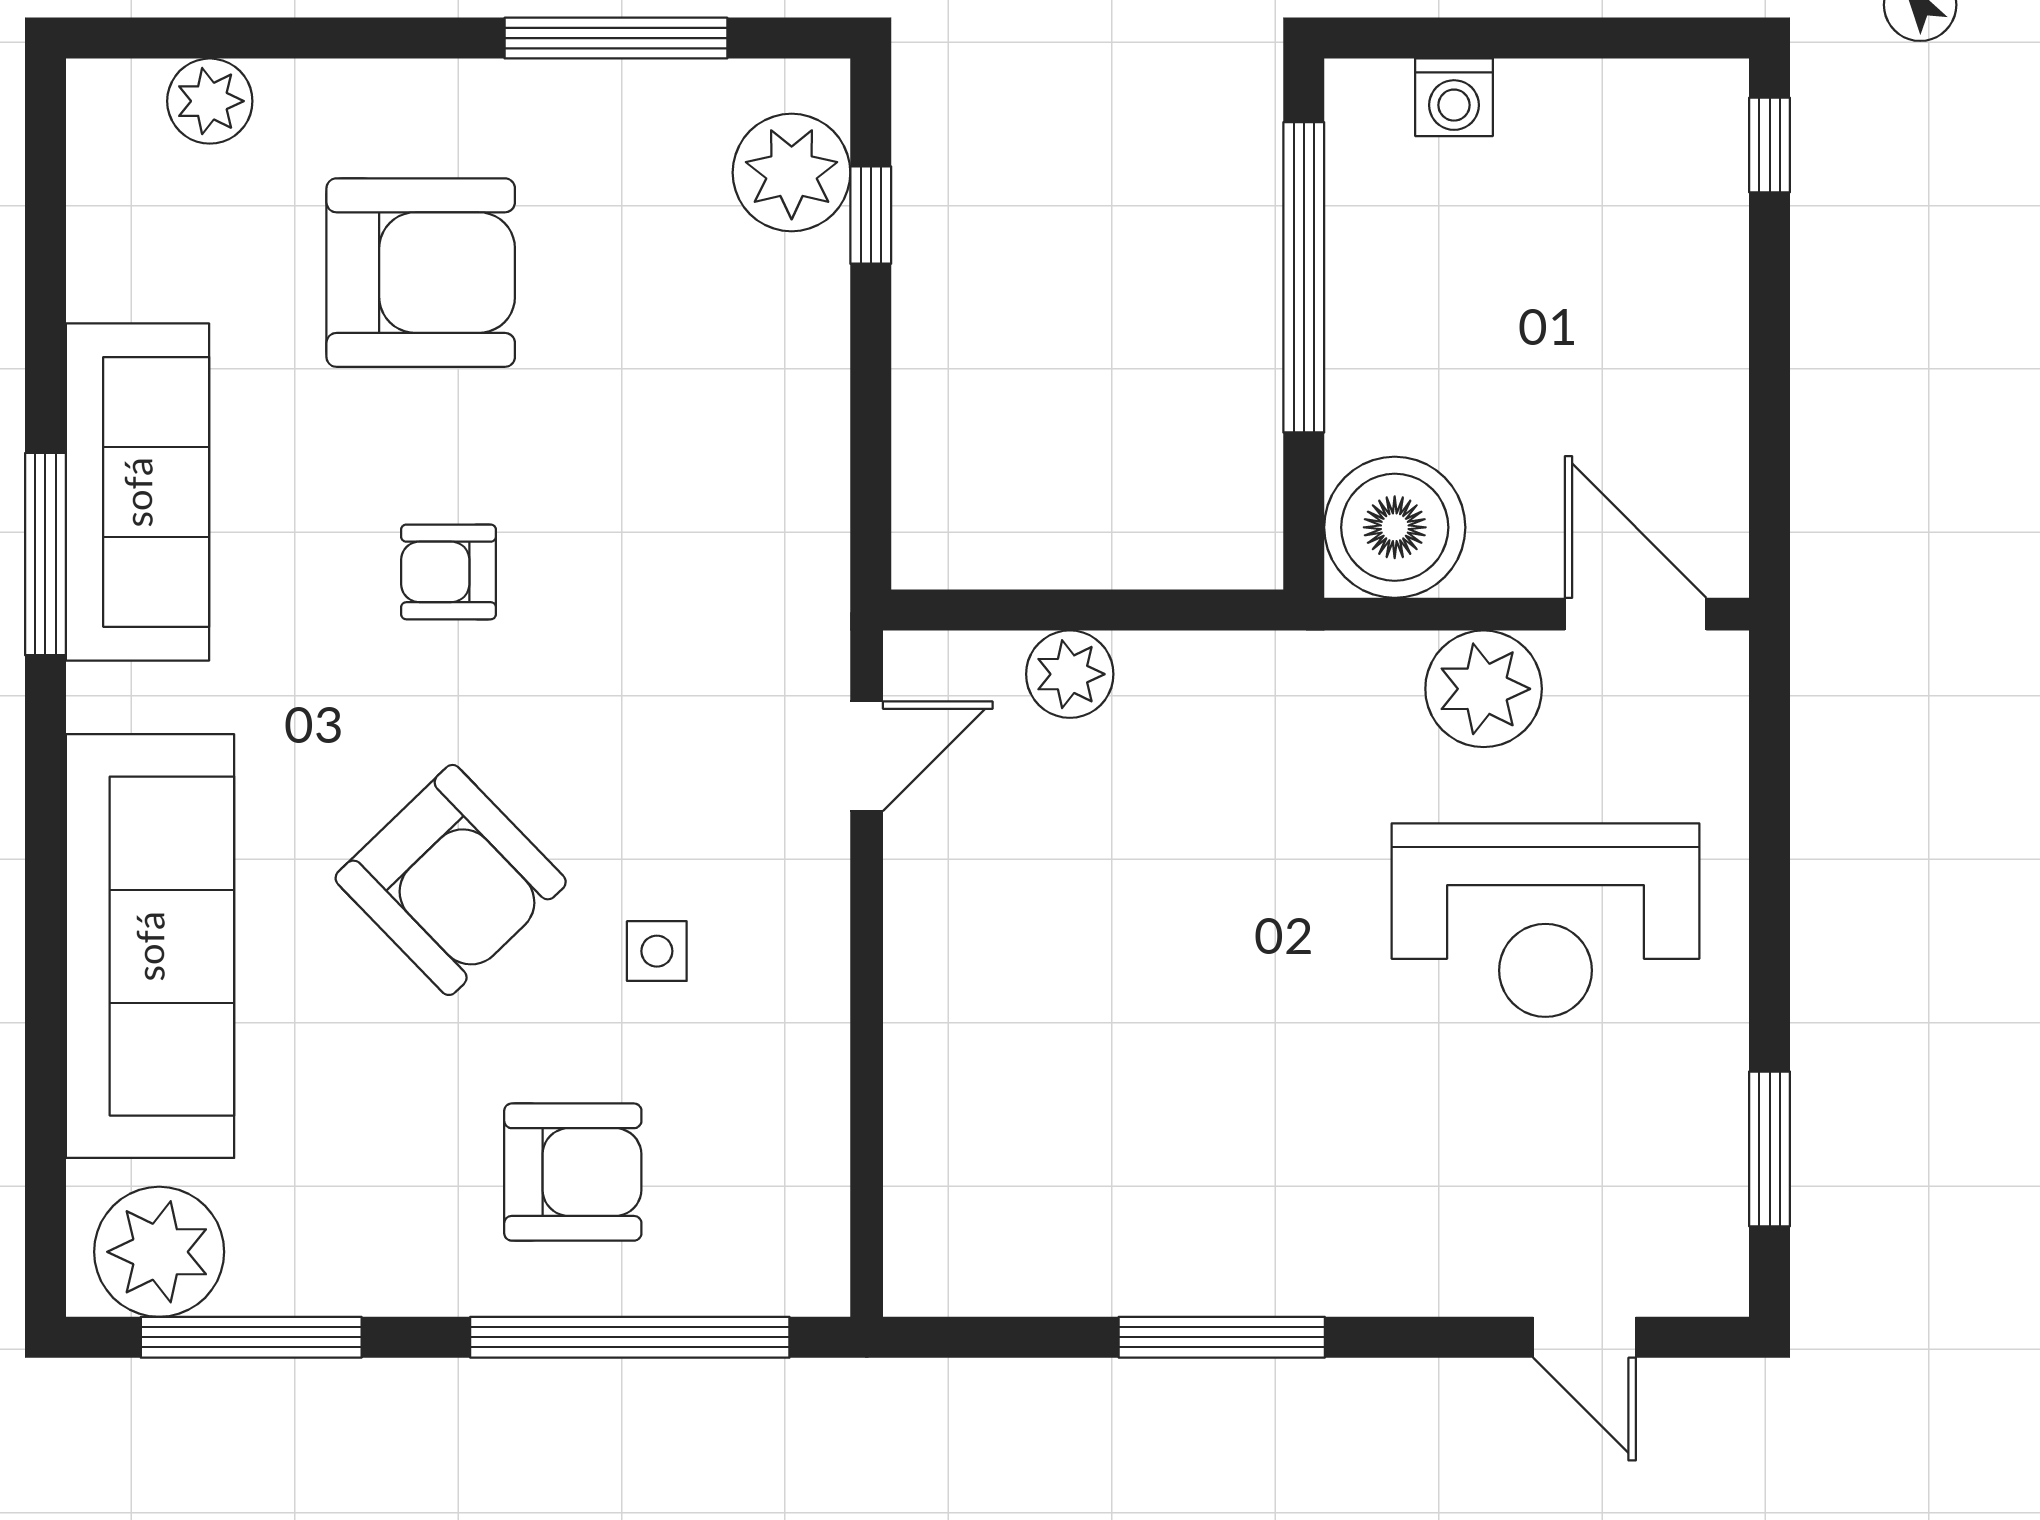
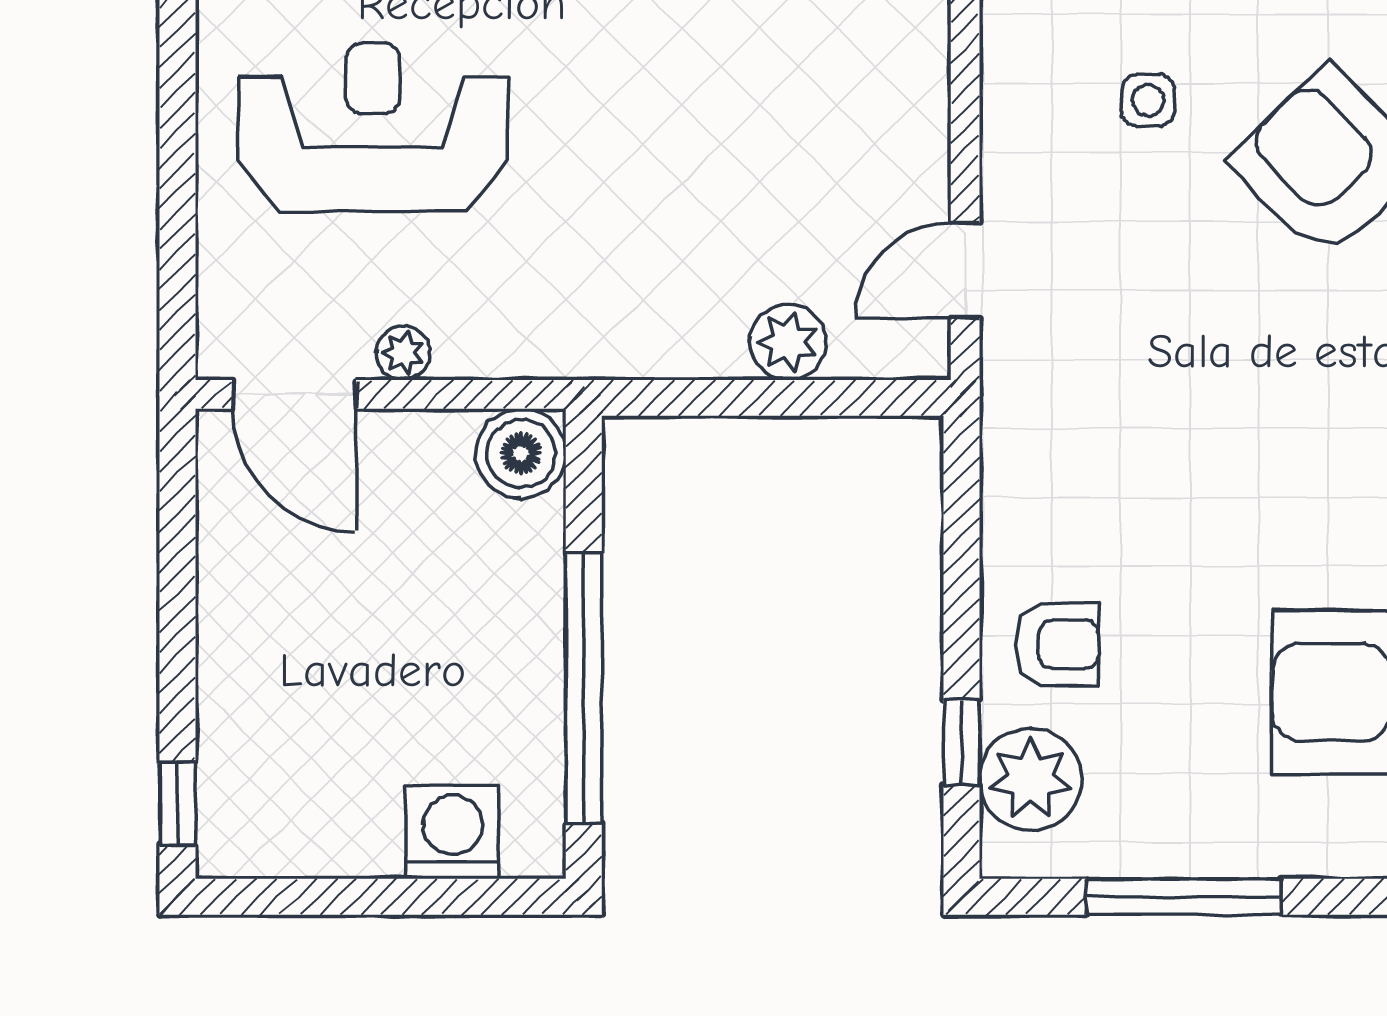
washing machine: (1454, 97) -> (453, 832), width x1.38, depth x1.38
boiler: (1395, 527) -> (521, 454), width x0.73, depth x0.73
armchair: (449, 572) -> (1057, 644), moved
plant: (1484, 689) -> (403, 353), width x0.53, depth x0.53

